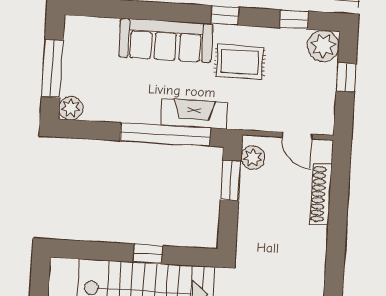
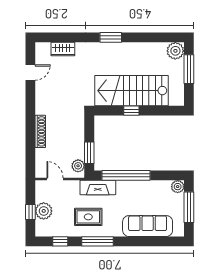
window: (225, 15) -> (98, 241), width x2.17
sofa: (166, 40) -> (148, 226), moved
plant: (323, 46) -> (44, 211), moved
fireplace: (194, 114) -> (98, 187), moved
shoe rack: (321, 194) -> (40, 131), moved

